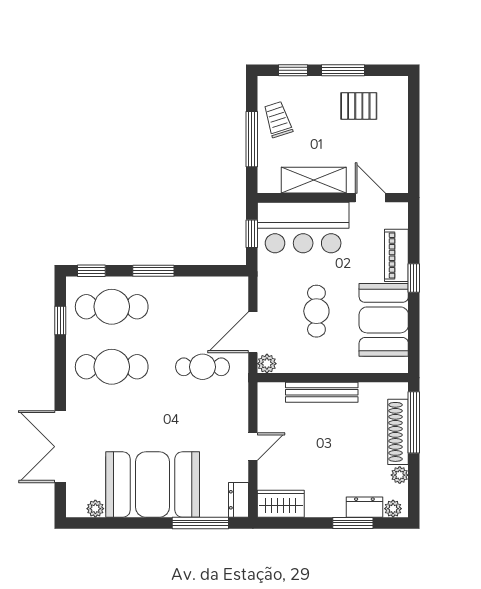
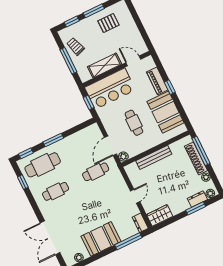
cafe table: (112, 367) -> (56, 191), width x0.73, depth x0.74
booth: (153, 484) -> (101, 239), width x0.73, depth x0.70

